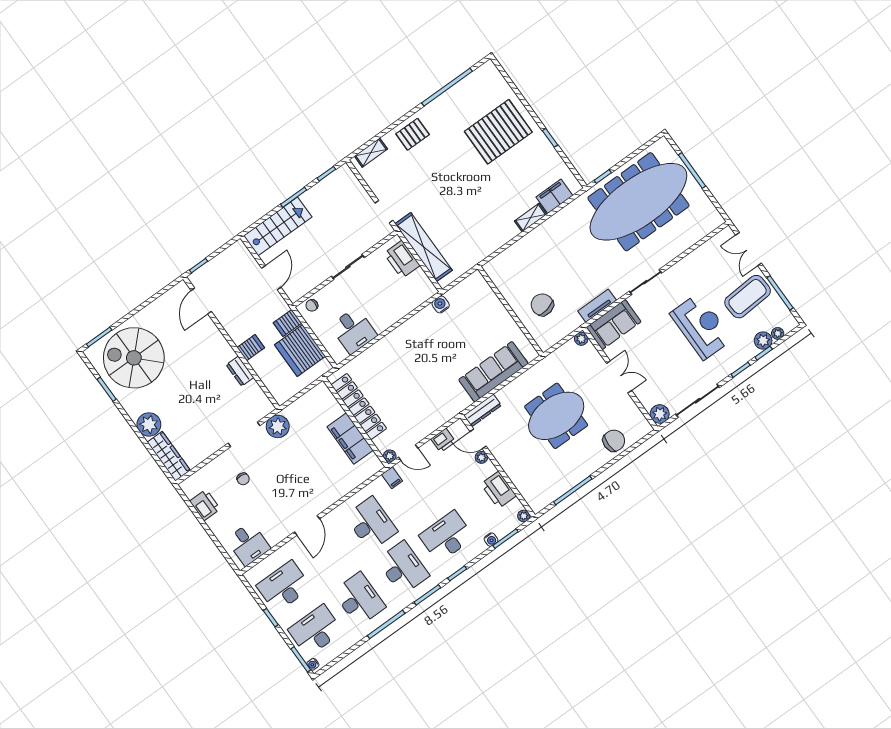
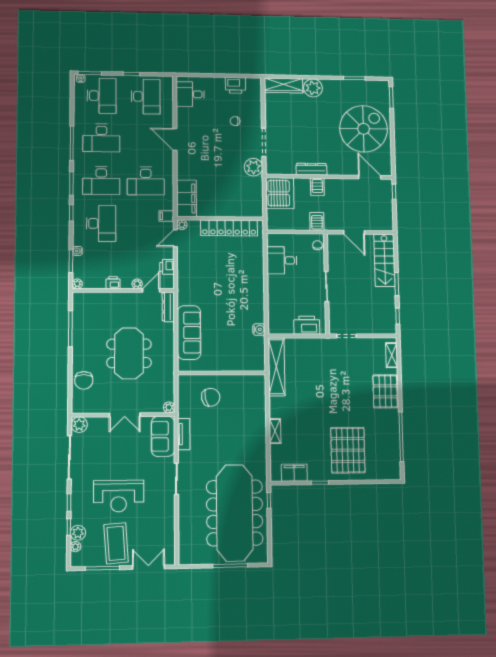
pallet: (413, 134) -> (385, 391), width x1.50, depth x1.42
filing cabinet: (554, 196) -> (294, 473), moved, turned -90
shelving: (424, 247) -> (276, 367), moved, turned 90
server rack: (300, 350) -> (280, 193), moved, turned 90
spiral stairs: (134, 358) -> (364, 129), moved
dresser: (240, 371) -> (311, 169), width x1.44
filing cabinet: (350, 439) -> (187, 198), moved, turned 90
printer: (499, 490) -> (113, 283), width x0.53, depth x0.68

